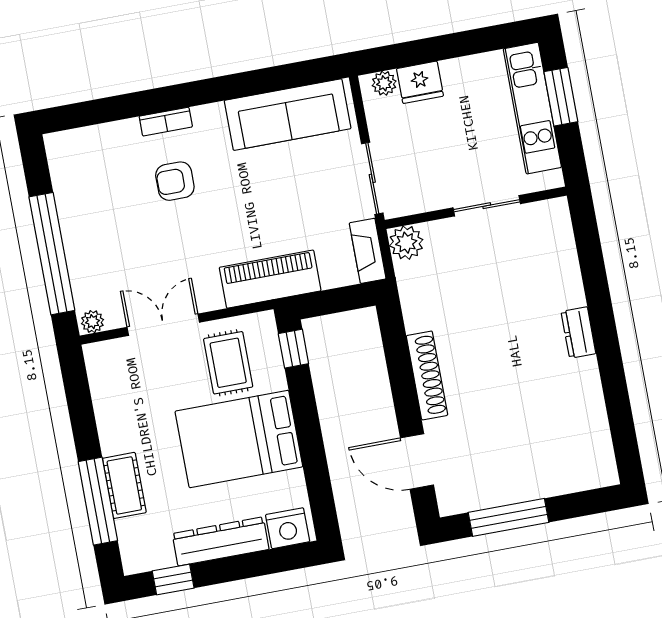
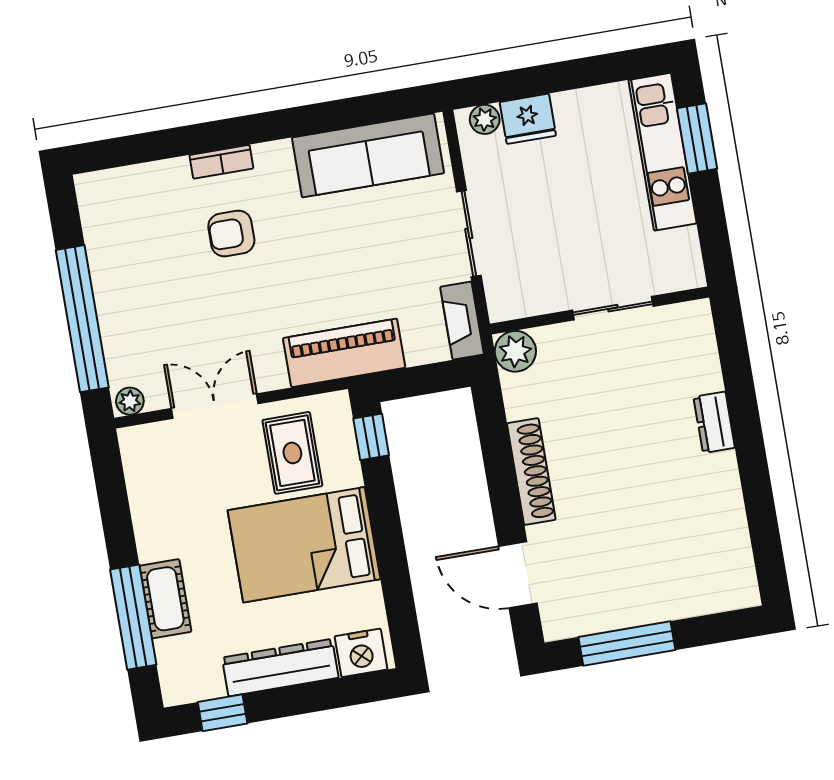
sliding door: (487, 206) -> (613, 308), moved
wall: (476, 208) -> (600, 311), moved
plant: (406, 243) -> (515, 351), moved

